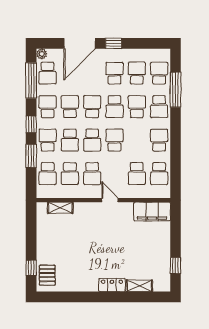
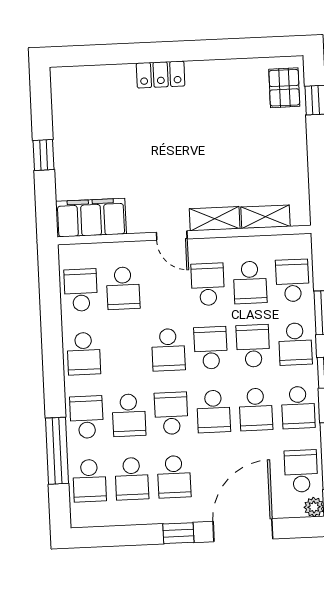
school desk: (70, 174) -> (250, 282), turned 180
school desk: (137, 174) -> (123, 288), turned 180
window: (175, 266) -> (44, 155), moved
shelving: (139, 286) -> (215, 219), moved

